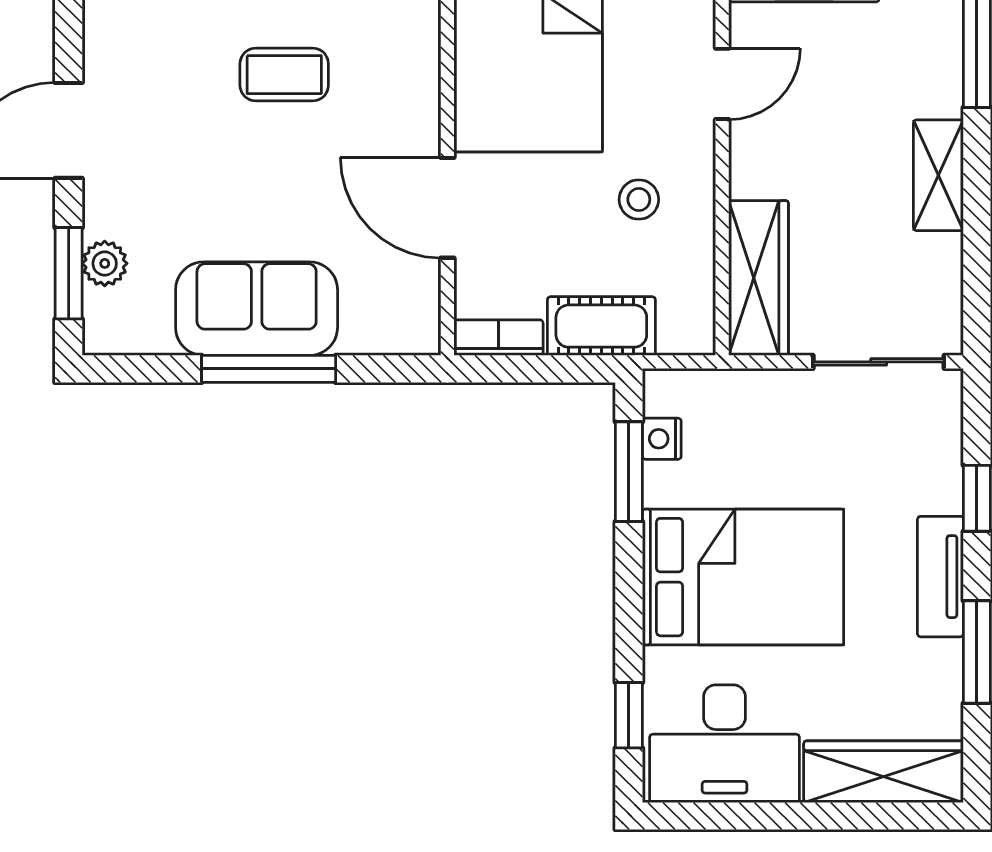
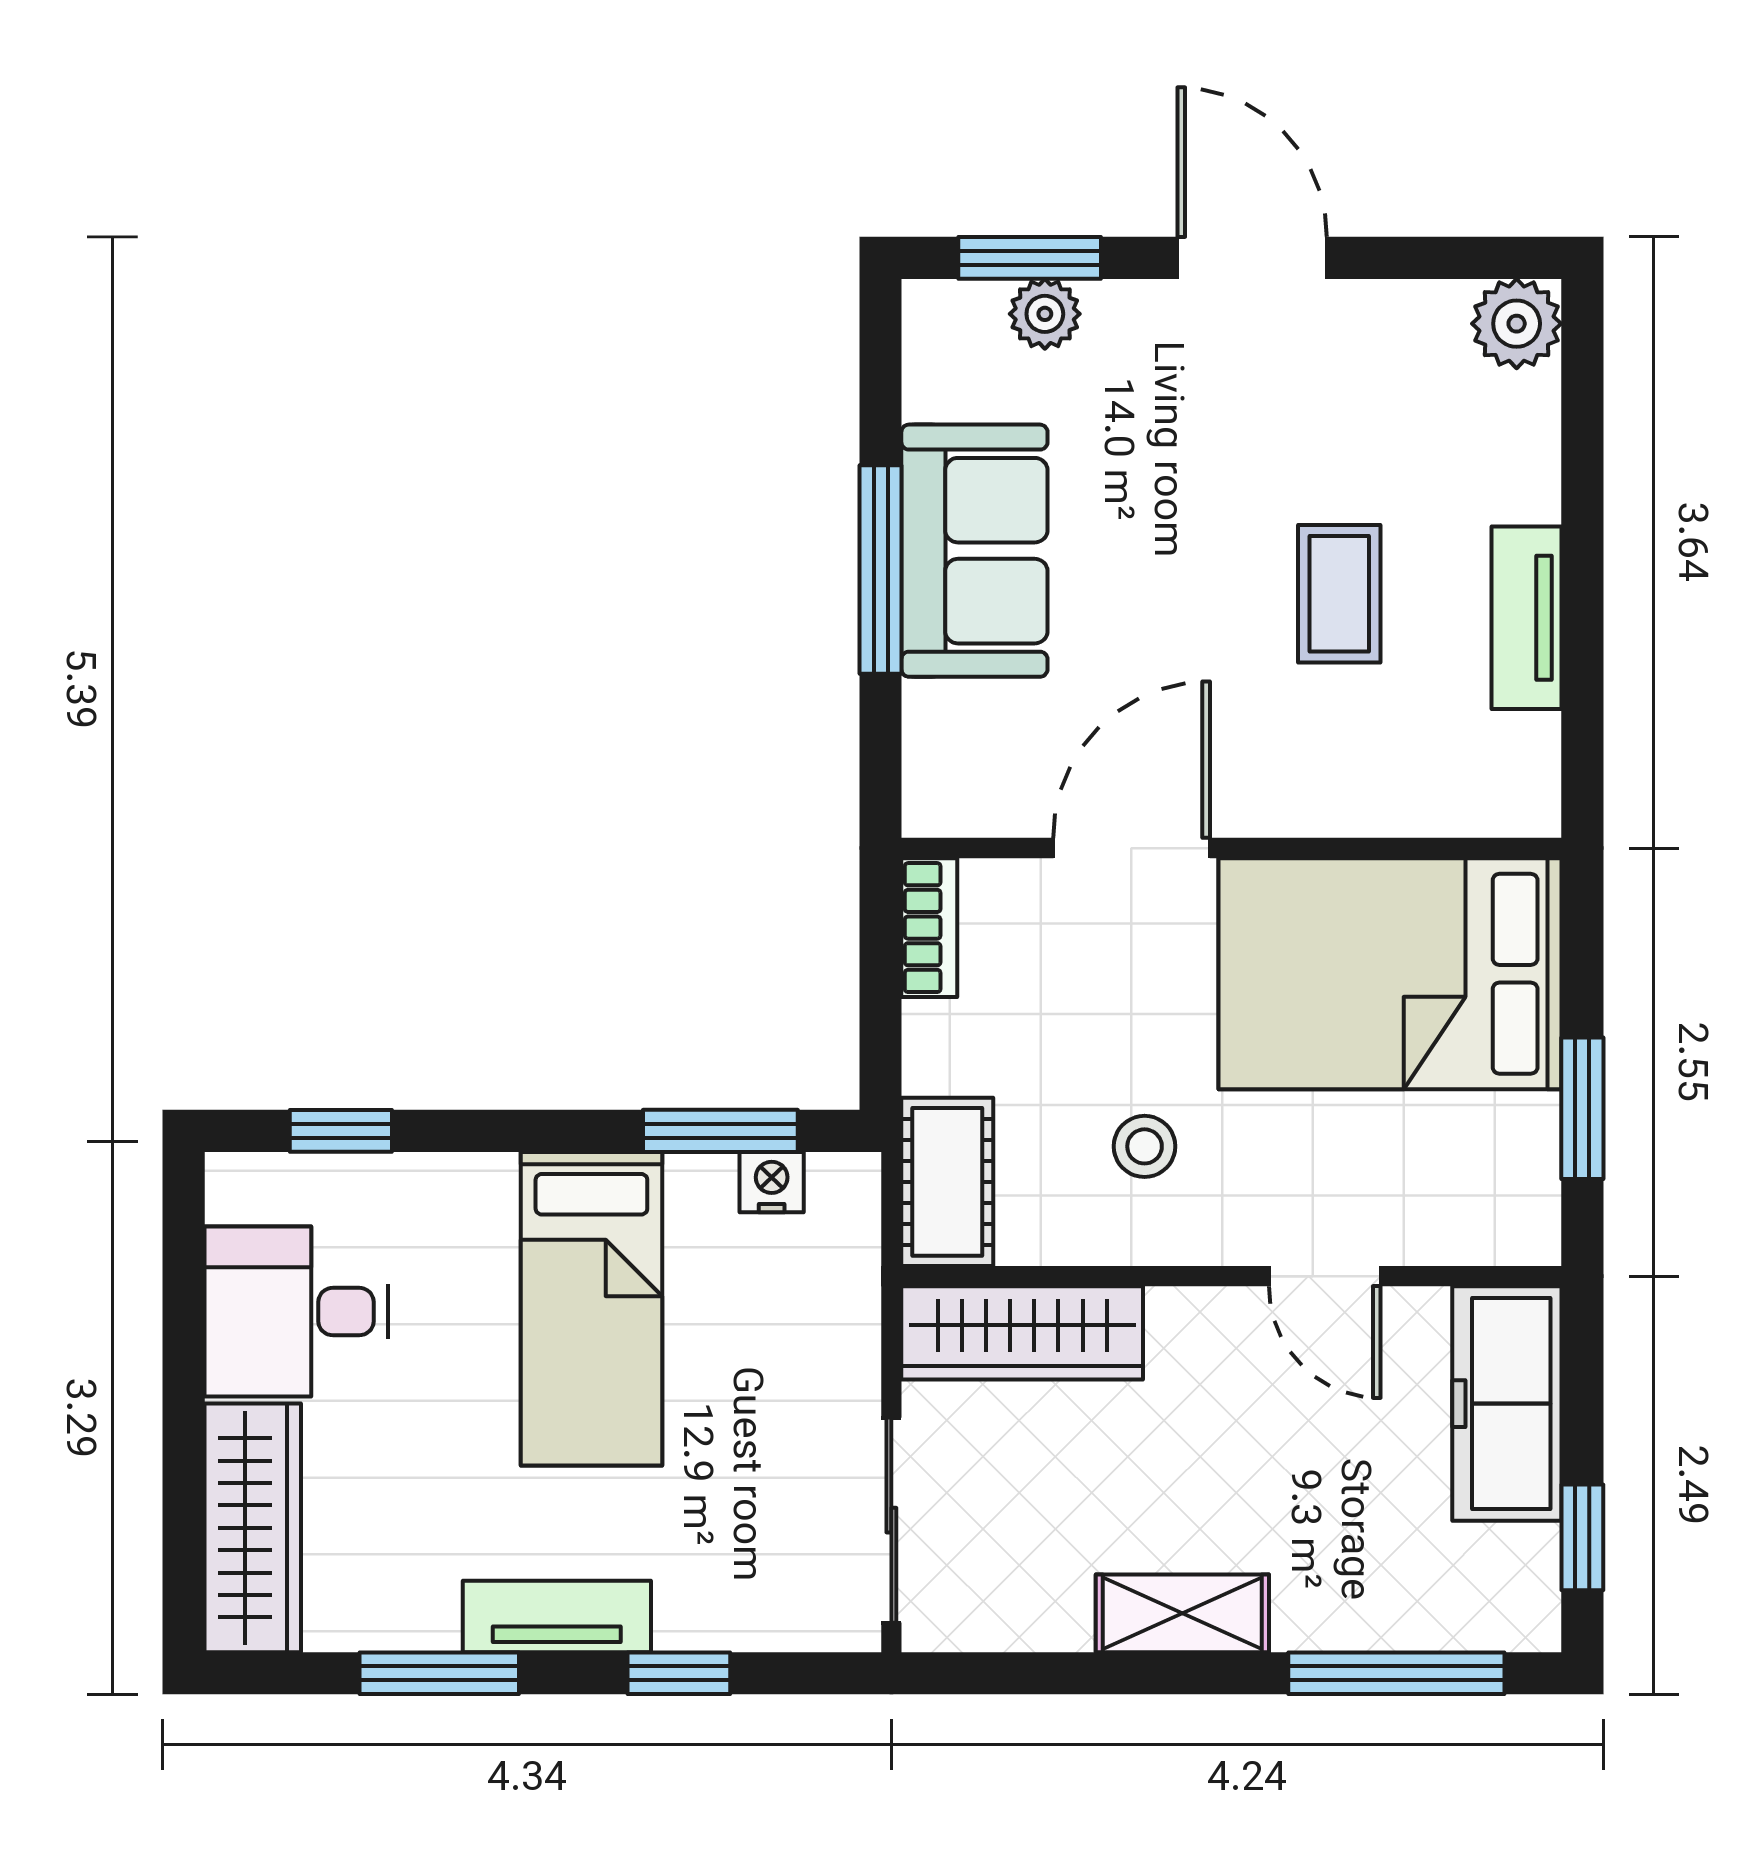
cot: (601, 326) -> (947, 1182), moved
bed: (743, 577) -> (591, 1309), width x0.67
desk: (724, 744) -> (296, 1312), width x0.73

